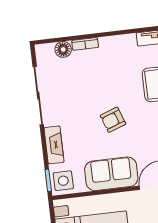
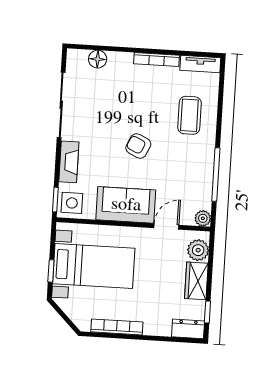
bookcase: (85, 44) -> (157, 59), moved, width x1.56
armchair: (113, 120) -> (138, 146), turned 45

